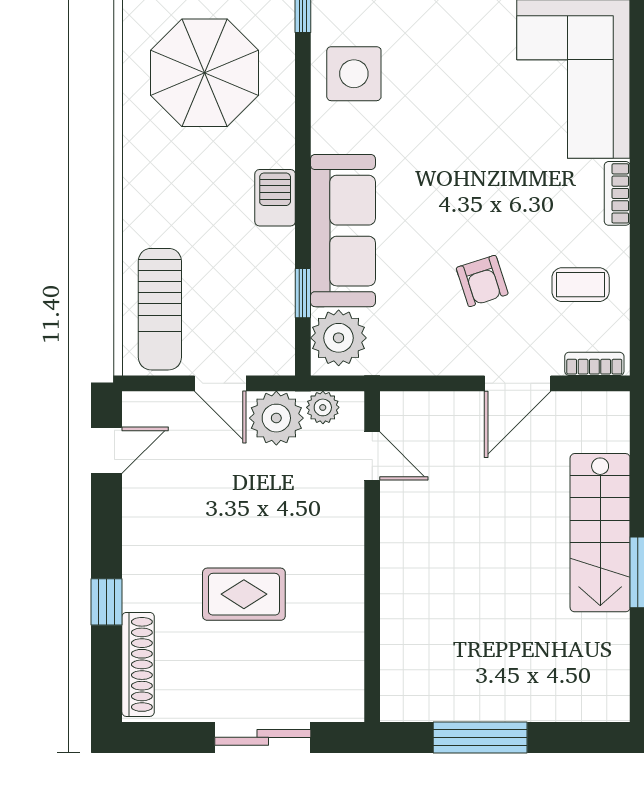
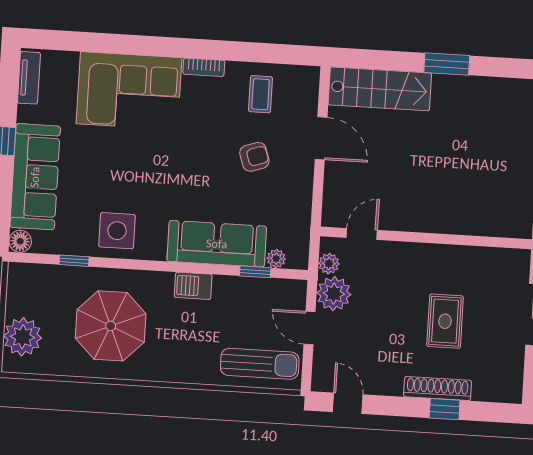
plant: (339, 338) -> (276, 259), width x0.53, depth x0.53
bookcase: (594, 364) -> (312, 88), removed
door: (220, 383) -> (309, 328), swing flipped
stairs: (600, 533) -> (380, 89), moved
shoe rack: (138, 664) -> (438, 389), moved

